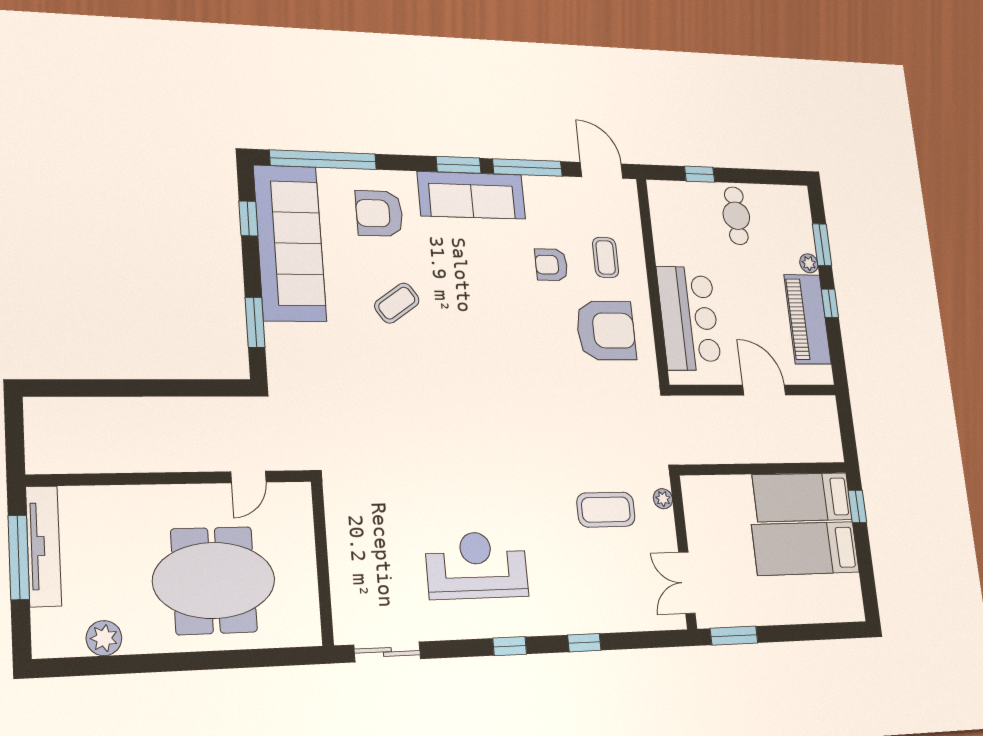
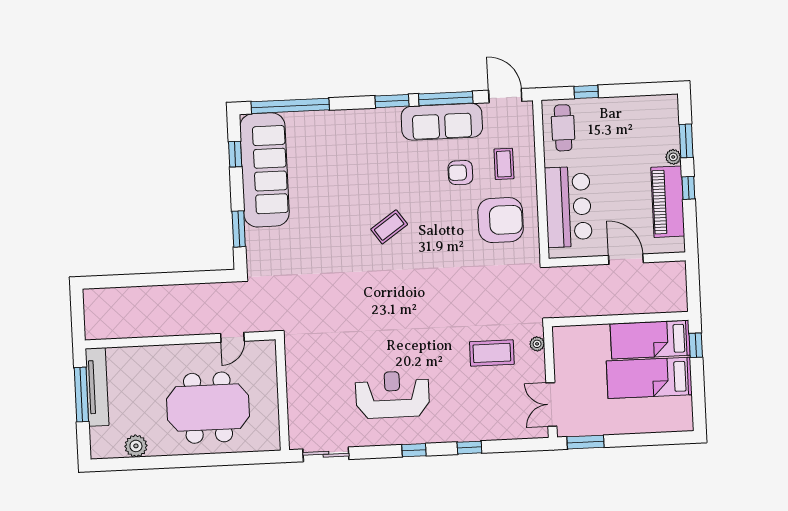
sofa: (471, 195) -> (442, 122), moved
armchair: (379, 213) -> (330, 143), removed
cafe table: (736, 216) -> (563, 128), moved
coffee table: (397, 303) -> (389, 227), moved

